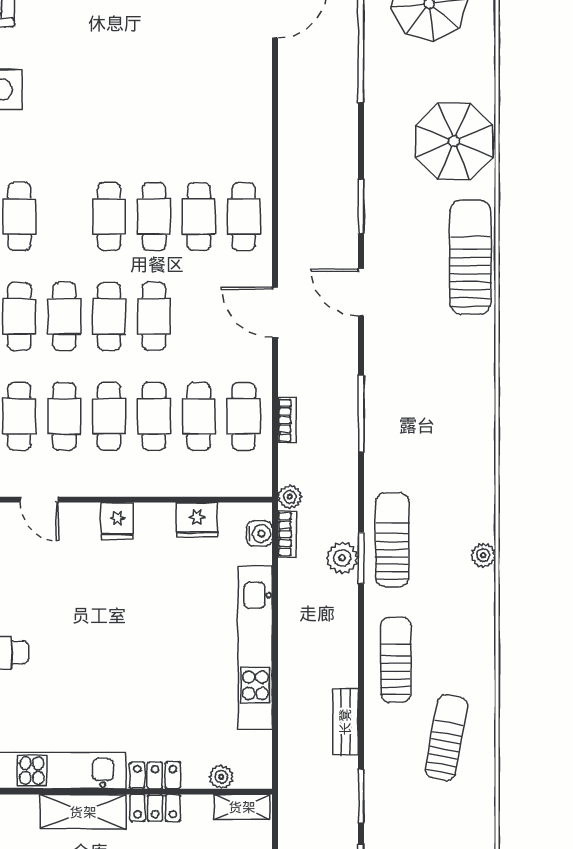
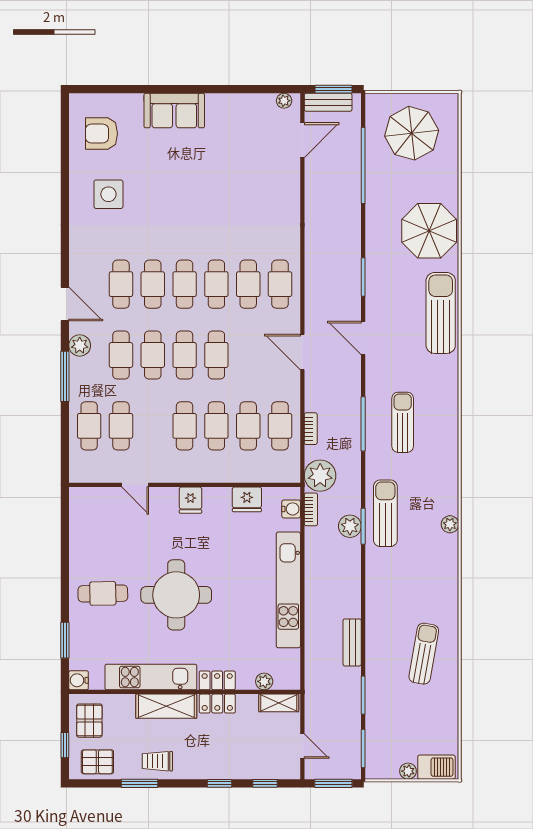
cafe table: (64, 416) -> (153, 284), moved
plant: (290, 497) -> (320, 476), width x1.88, depth x1.88
round table: (97, 655) -> (176, 595), added
sun lounger: (396, 660) -> (403, 422), moved

